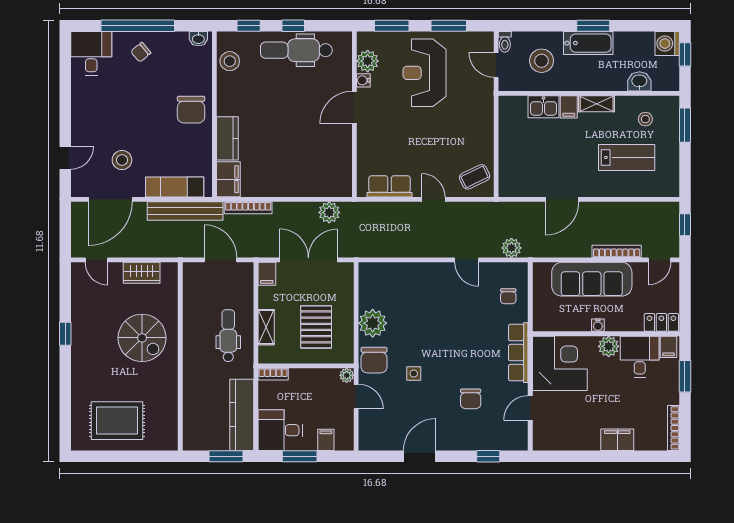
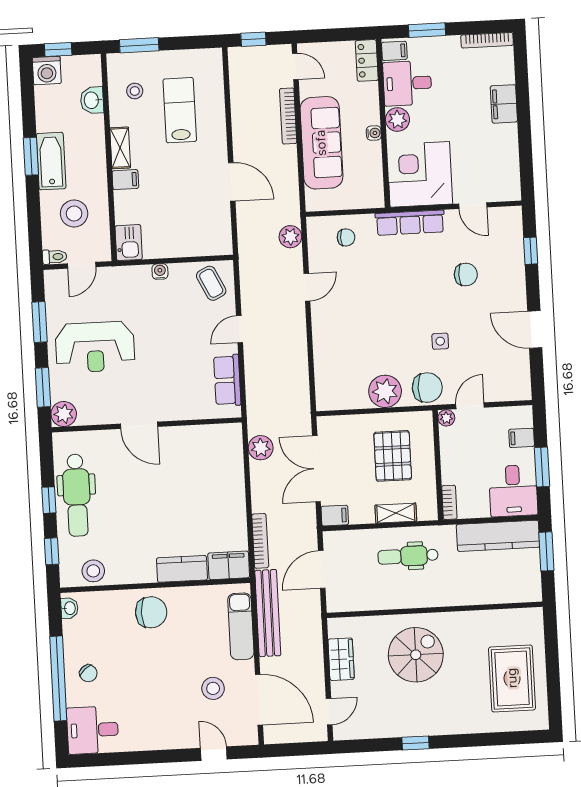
plant: (368, 61) -> (64, 414), moved
water cooler: (363, 80) -> (160, 272), moved, turned 180
kitchen sink: (544, 107) -> (129, 243), moved
pallet: (316, 327) -> (393, 456), turned 90

